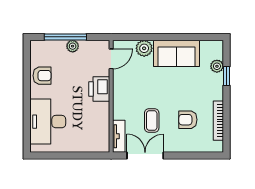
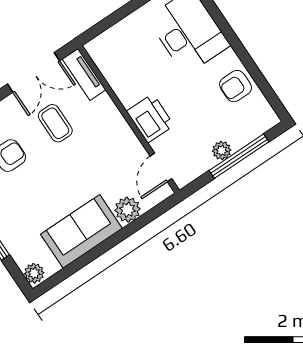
plant: (217, 66) -> (34, 273), moved

